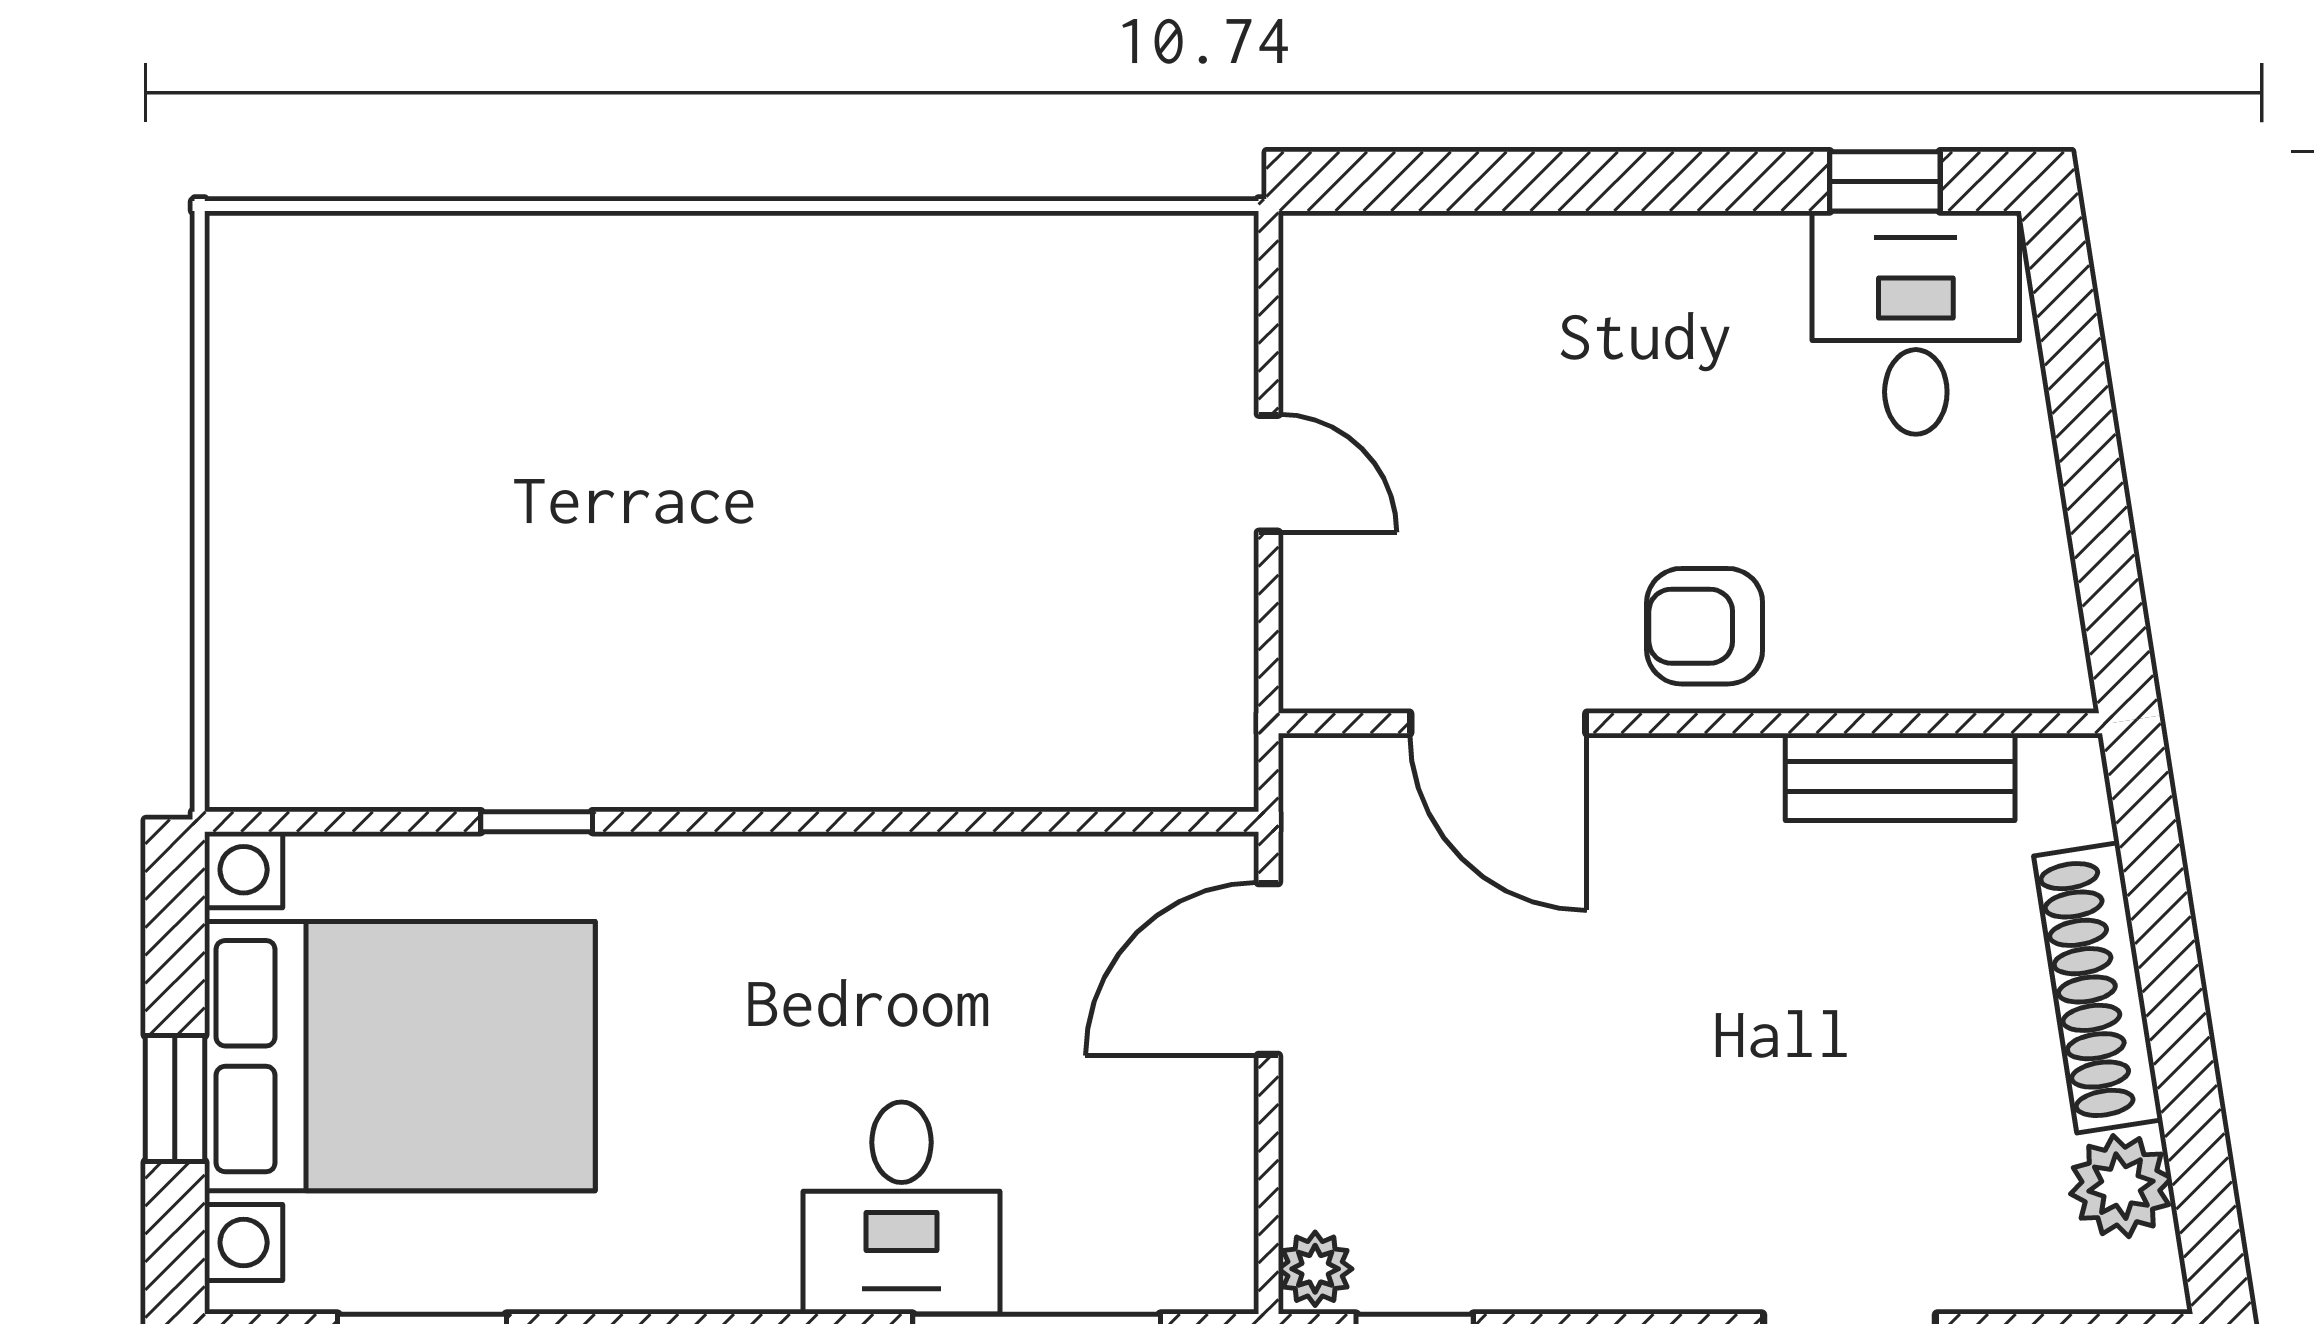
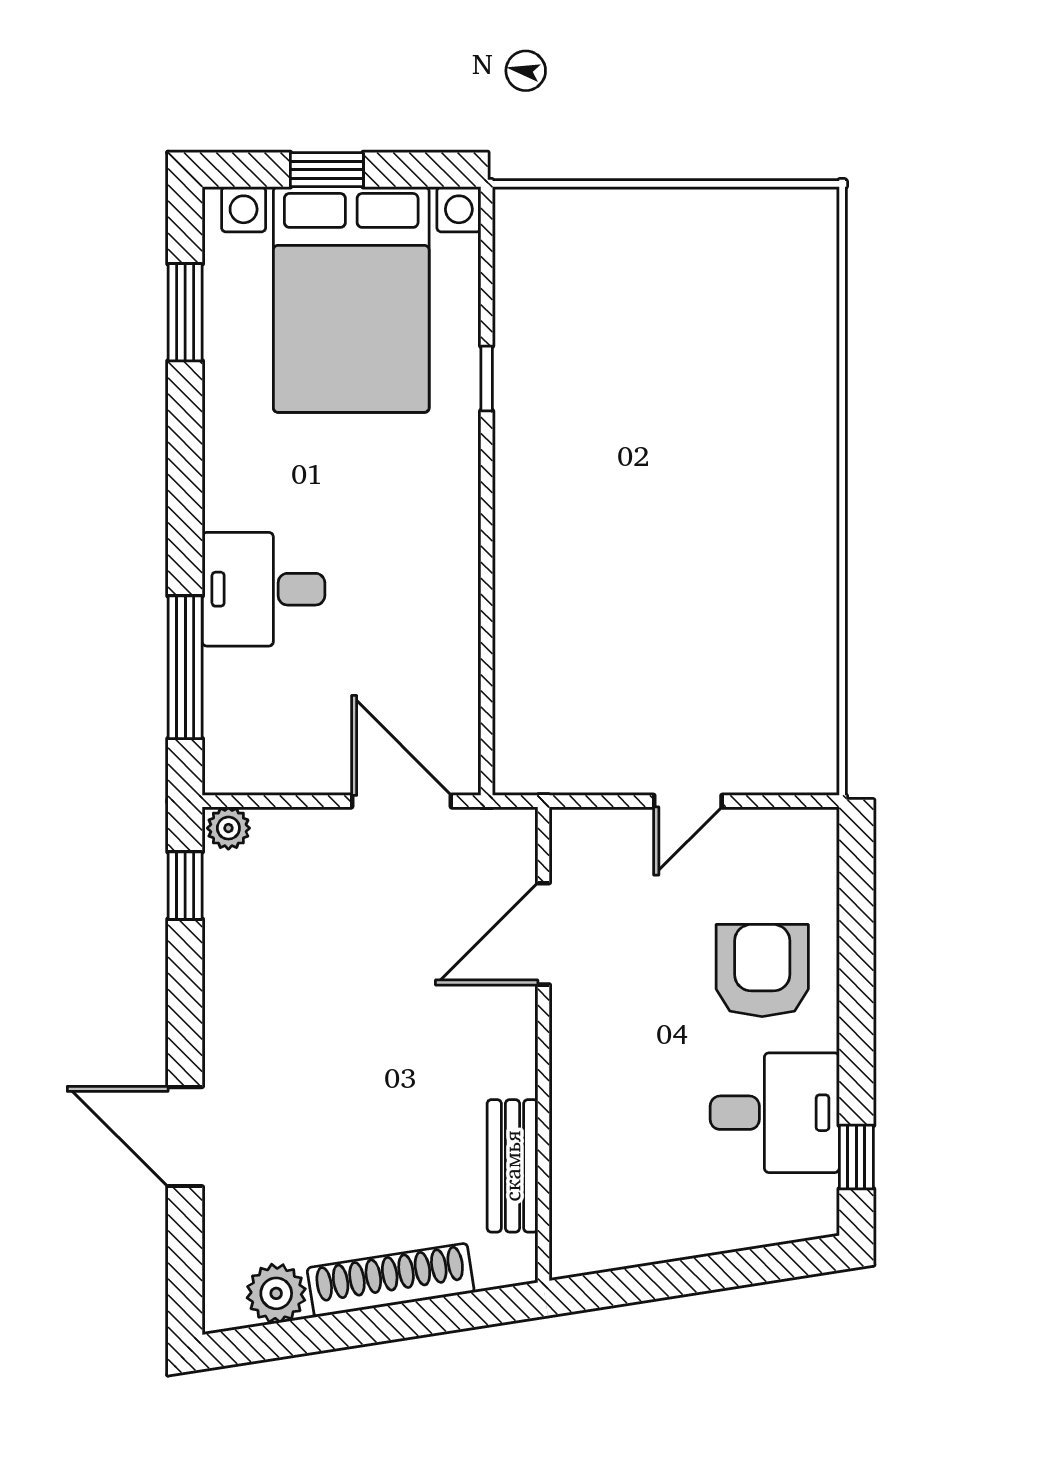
desk: (1916, 323) -> (775, 1113), moved
armchair: (1705, 626) -> (762, 971), moved, width x1.38, depth x1.38

